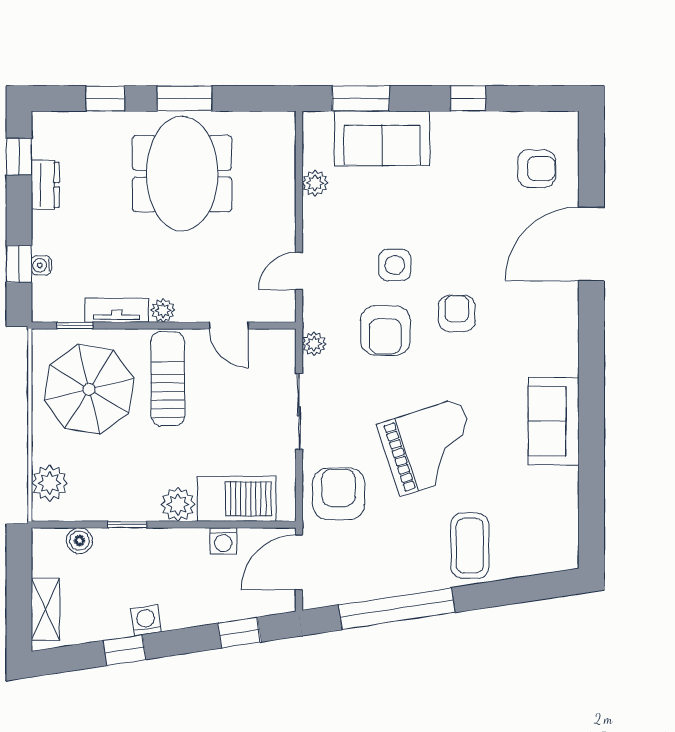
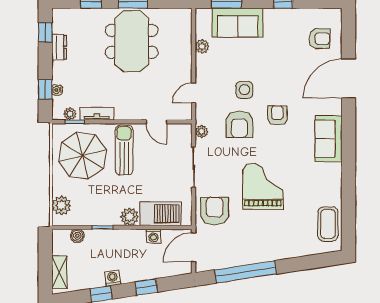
plant: (163, 310) -> (70, 114), moved
sofa: (554, 421) -> (329, 139), moved
grand piano: (430, 447) -> (263, 186), turned -72
coffee table: (470, 546) -> (328, 224), moved
window: (239, 633) -> (146, 287), moved

